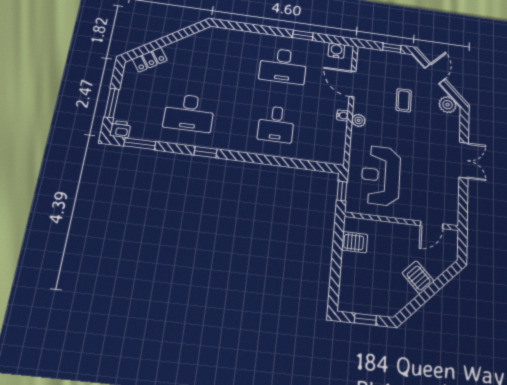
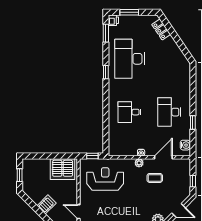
coffee table: (404, 100) -> (155, 178), moved
desk: (189, 113) -> (129, 59), width x1.36, depth x1.30
server rack: (355, 242) -> (63, 169), width x2.18, depth x1.44

